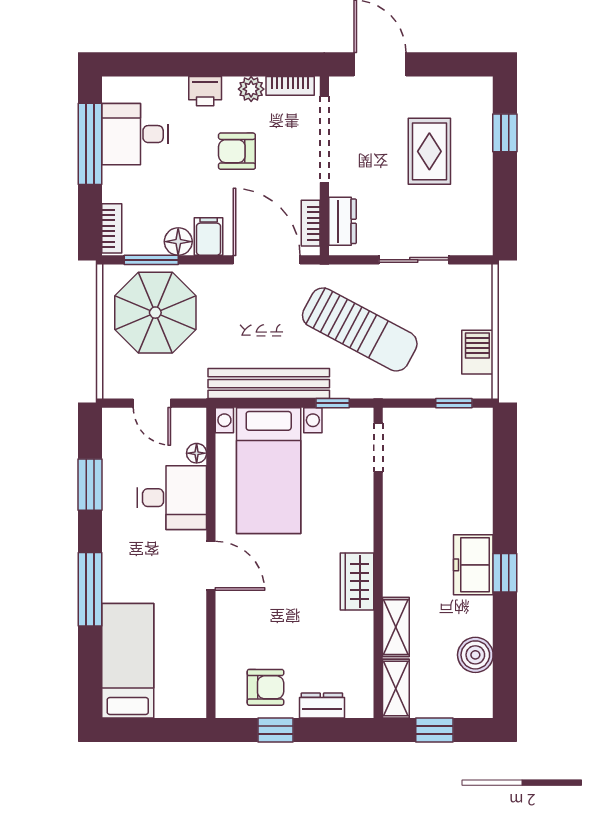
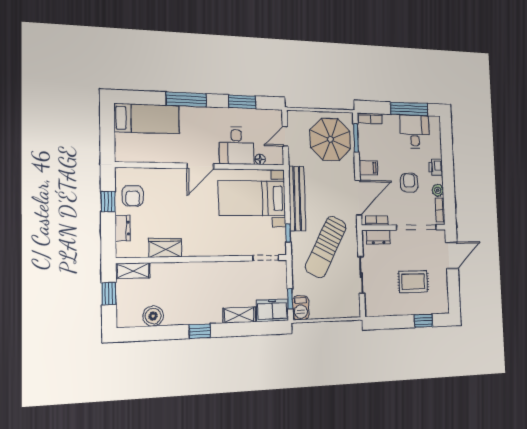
floor lamp: (178, 242) -> (365, 152), removed
barbecue: (477, 352) -> (301, 308), moved, turned 90
freezer: (473, 565) -> (272, 310), moved
wardrobe: (357, 581) -> (165, 248), moved
shelving: (396, 627) -> (239, 315), moved

